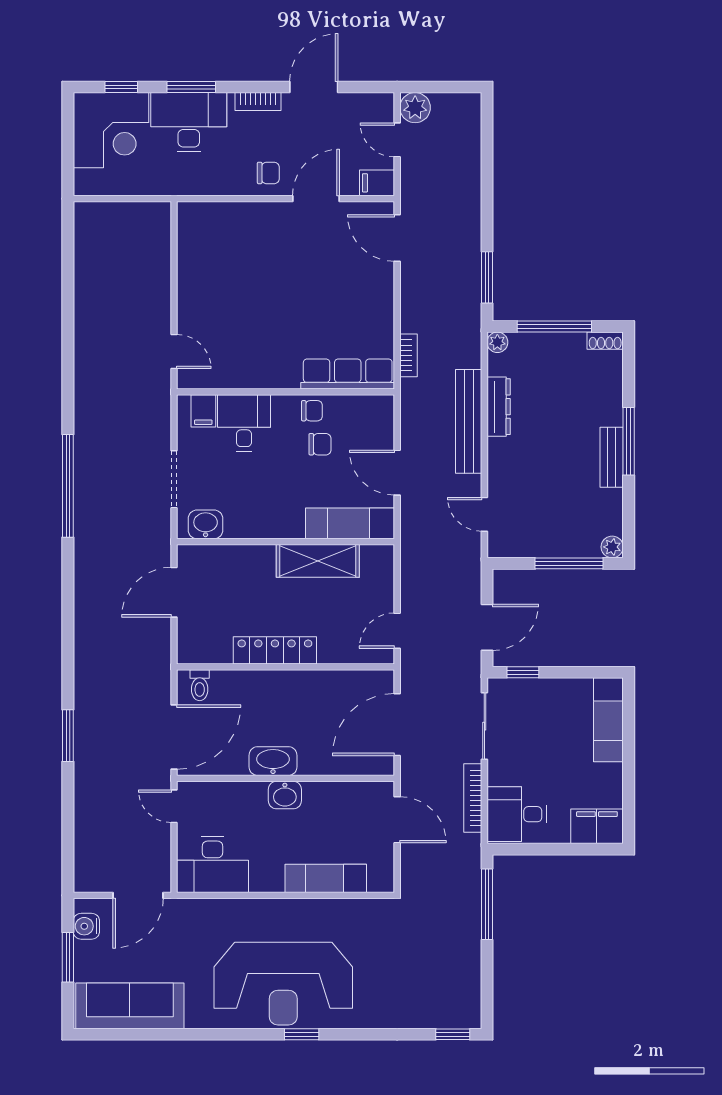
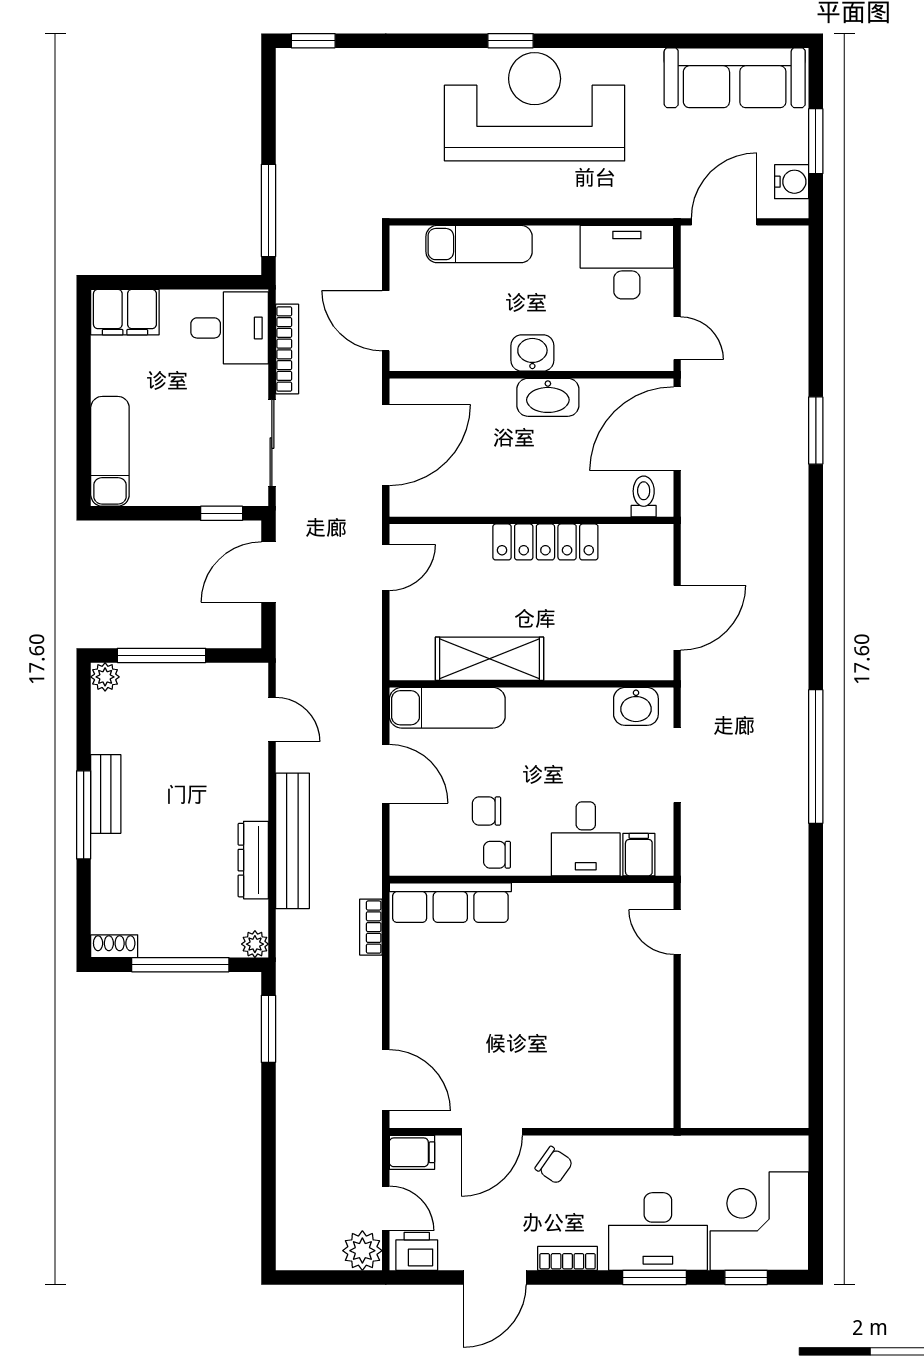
printer: (373, 107) -> (417, 1251), added
chair: (268, 173) -> (554, 1165), turned -145

